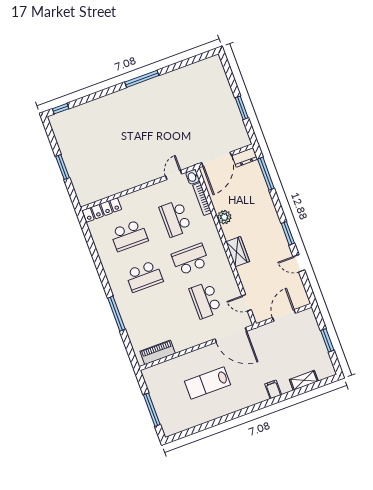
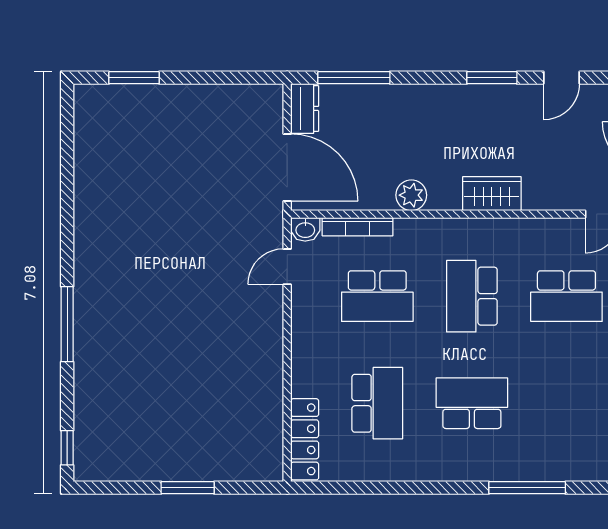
window: (142, 79) -> (67, 324), moved
window: (242, 108) -> (134, 78), moved
door: (174, 175) -> (287, 267), hinge flipped
school desk: (144, 276) -> (472, 403), turned -90

